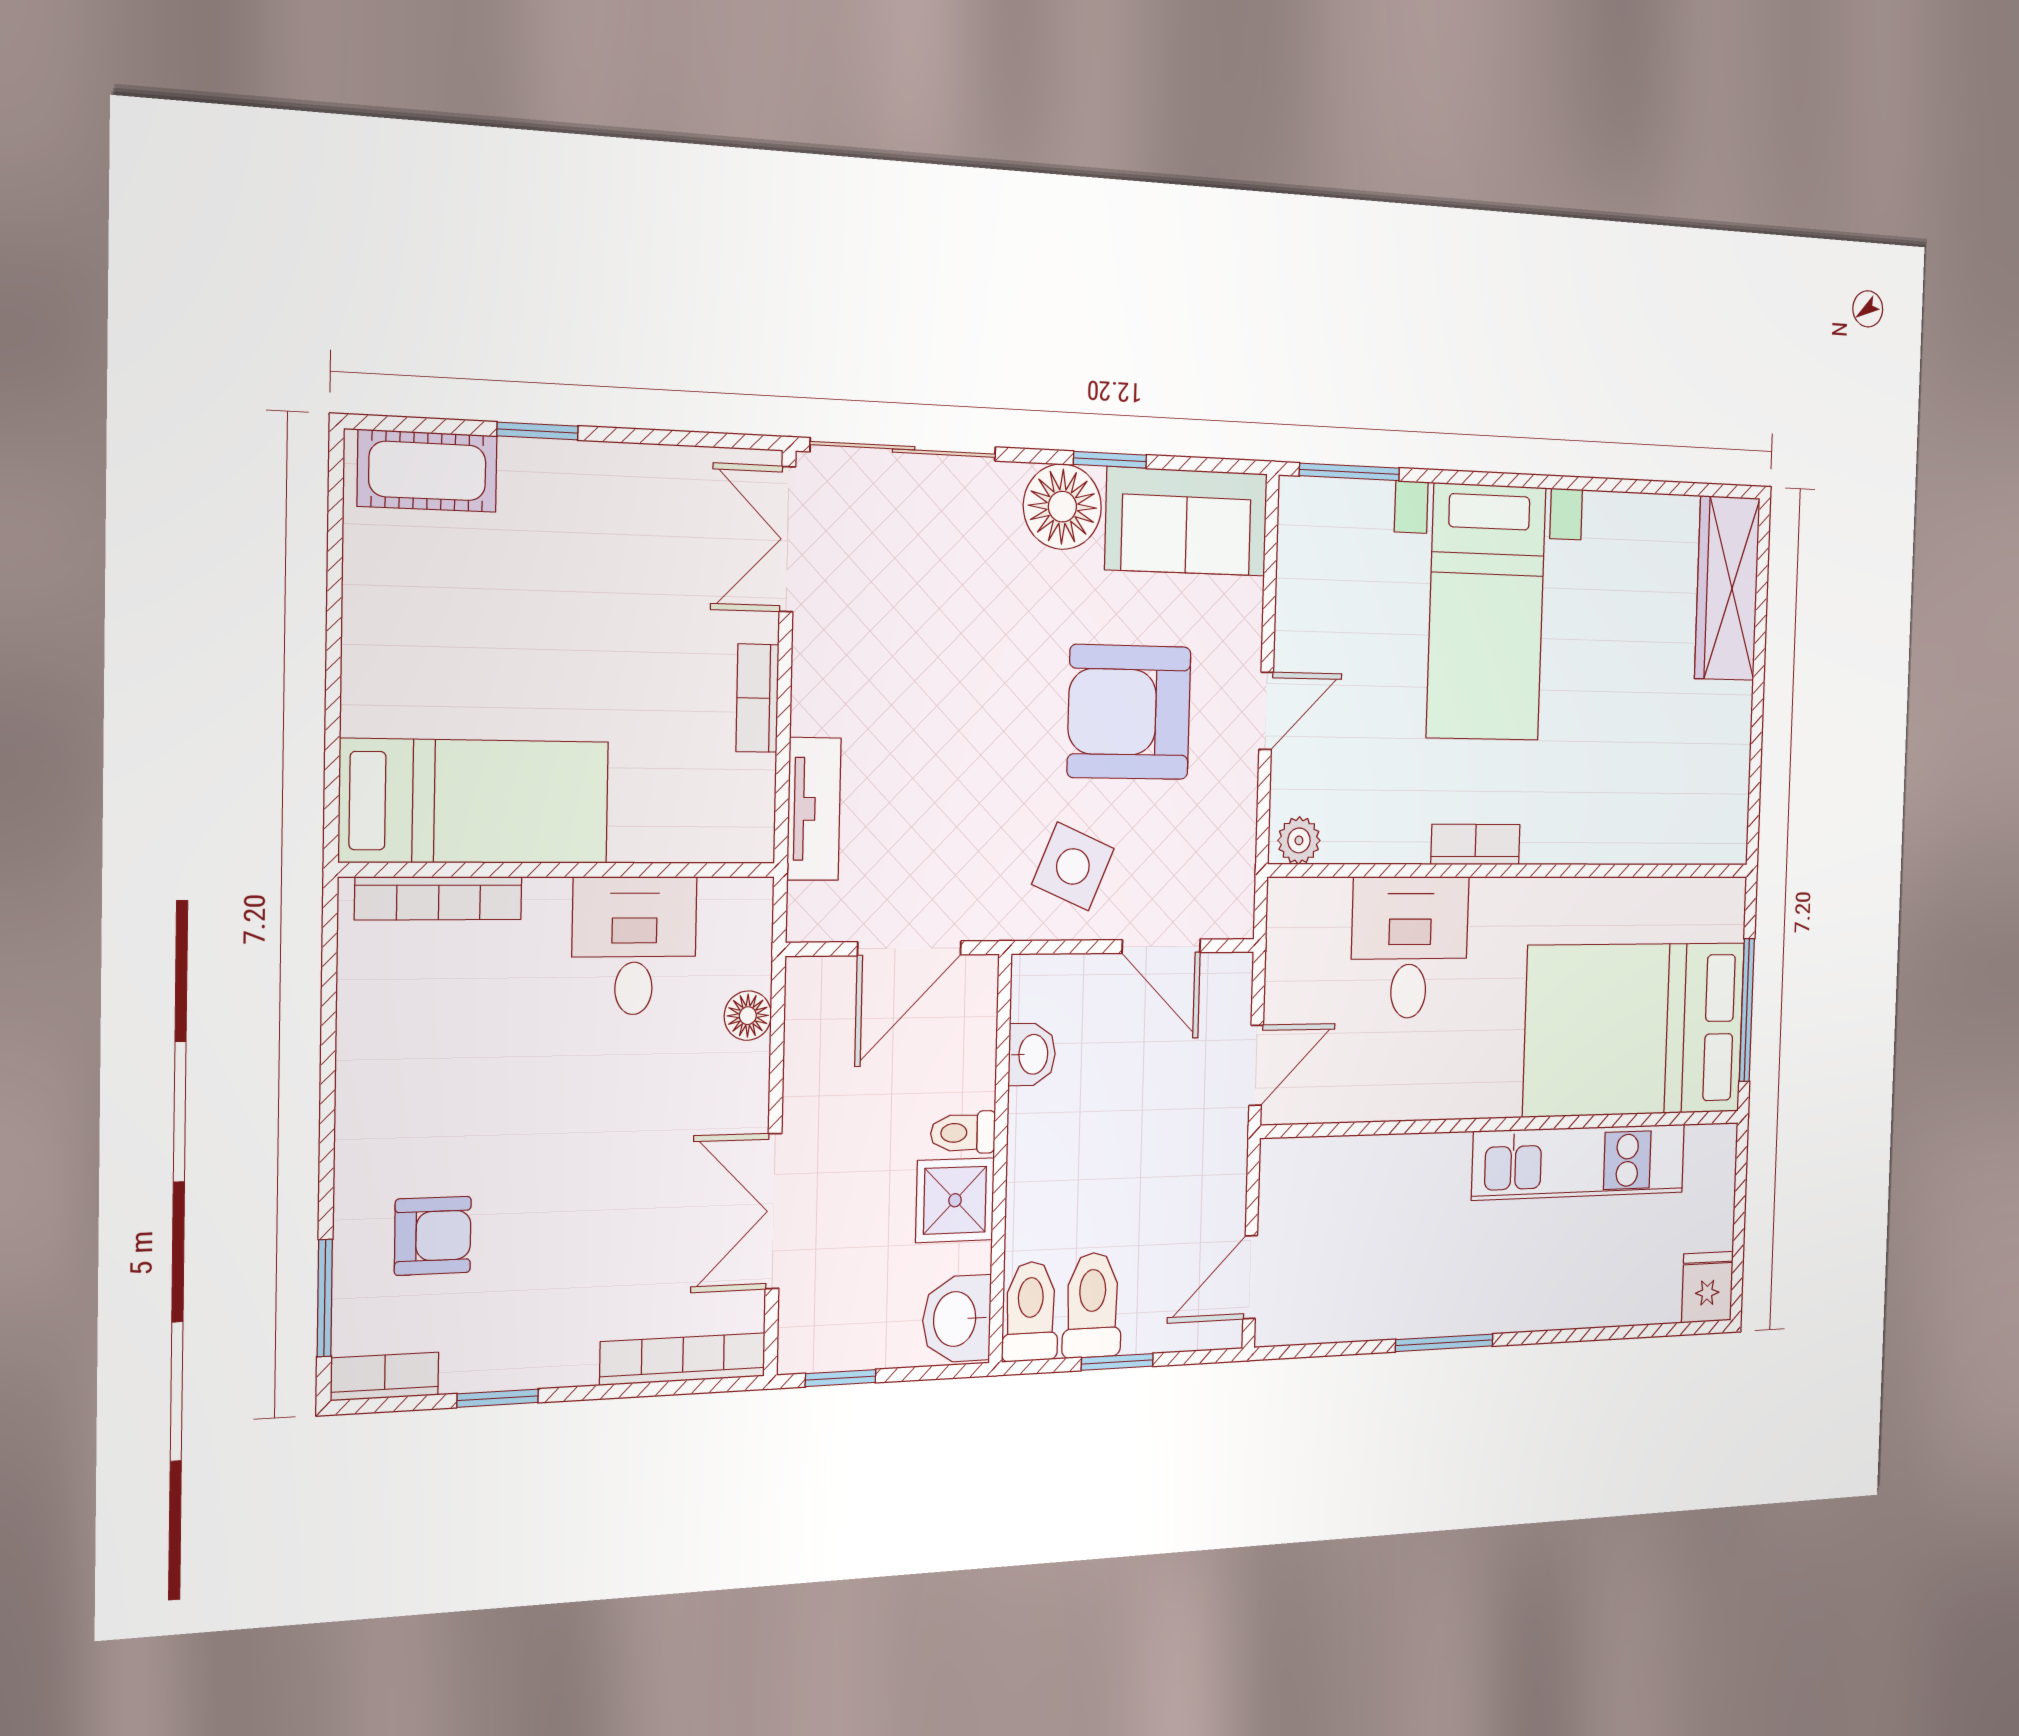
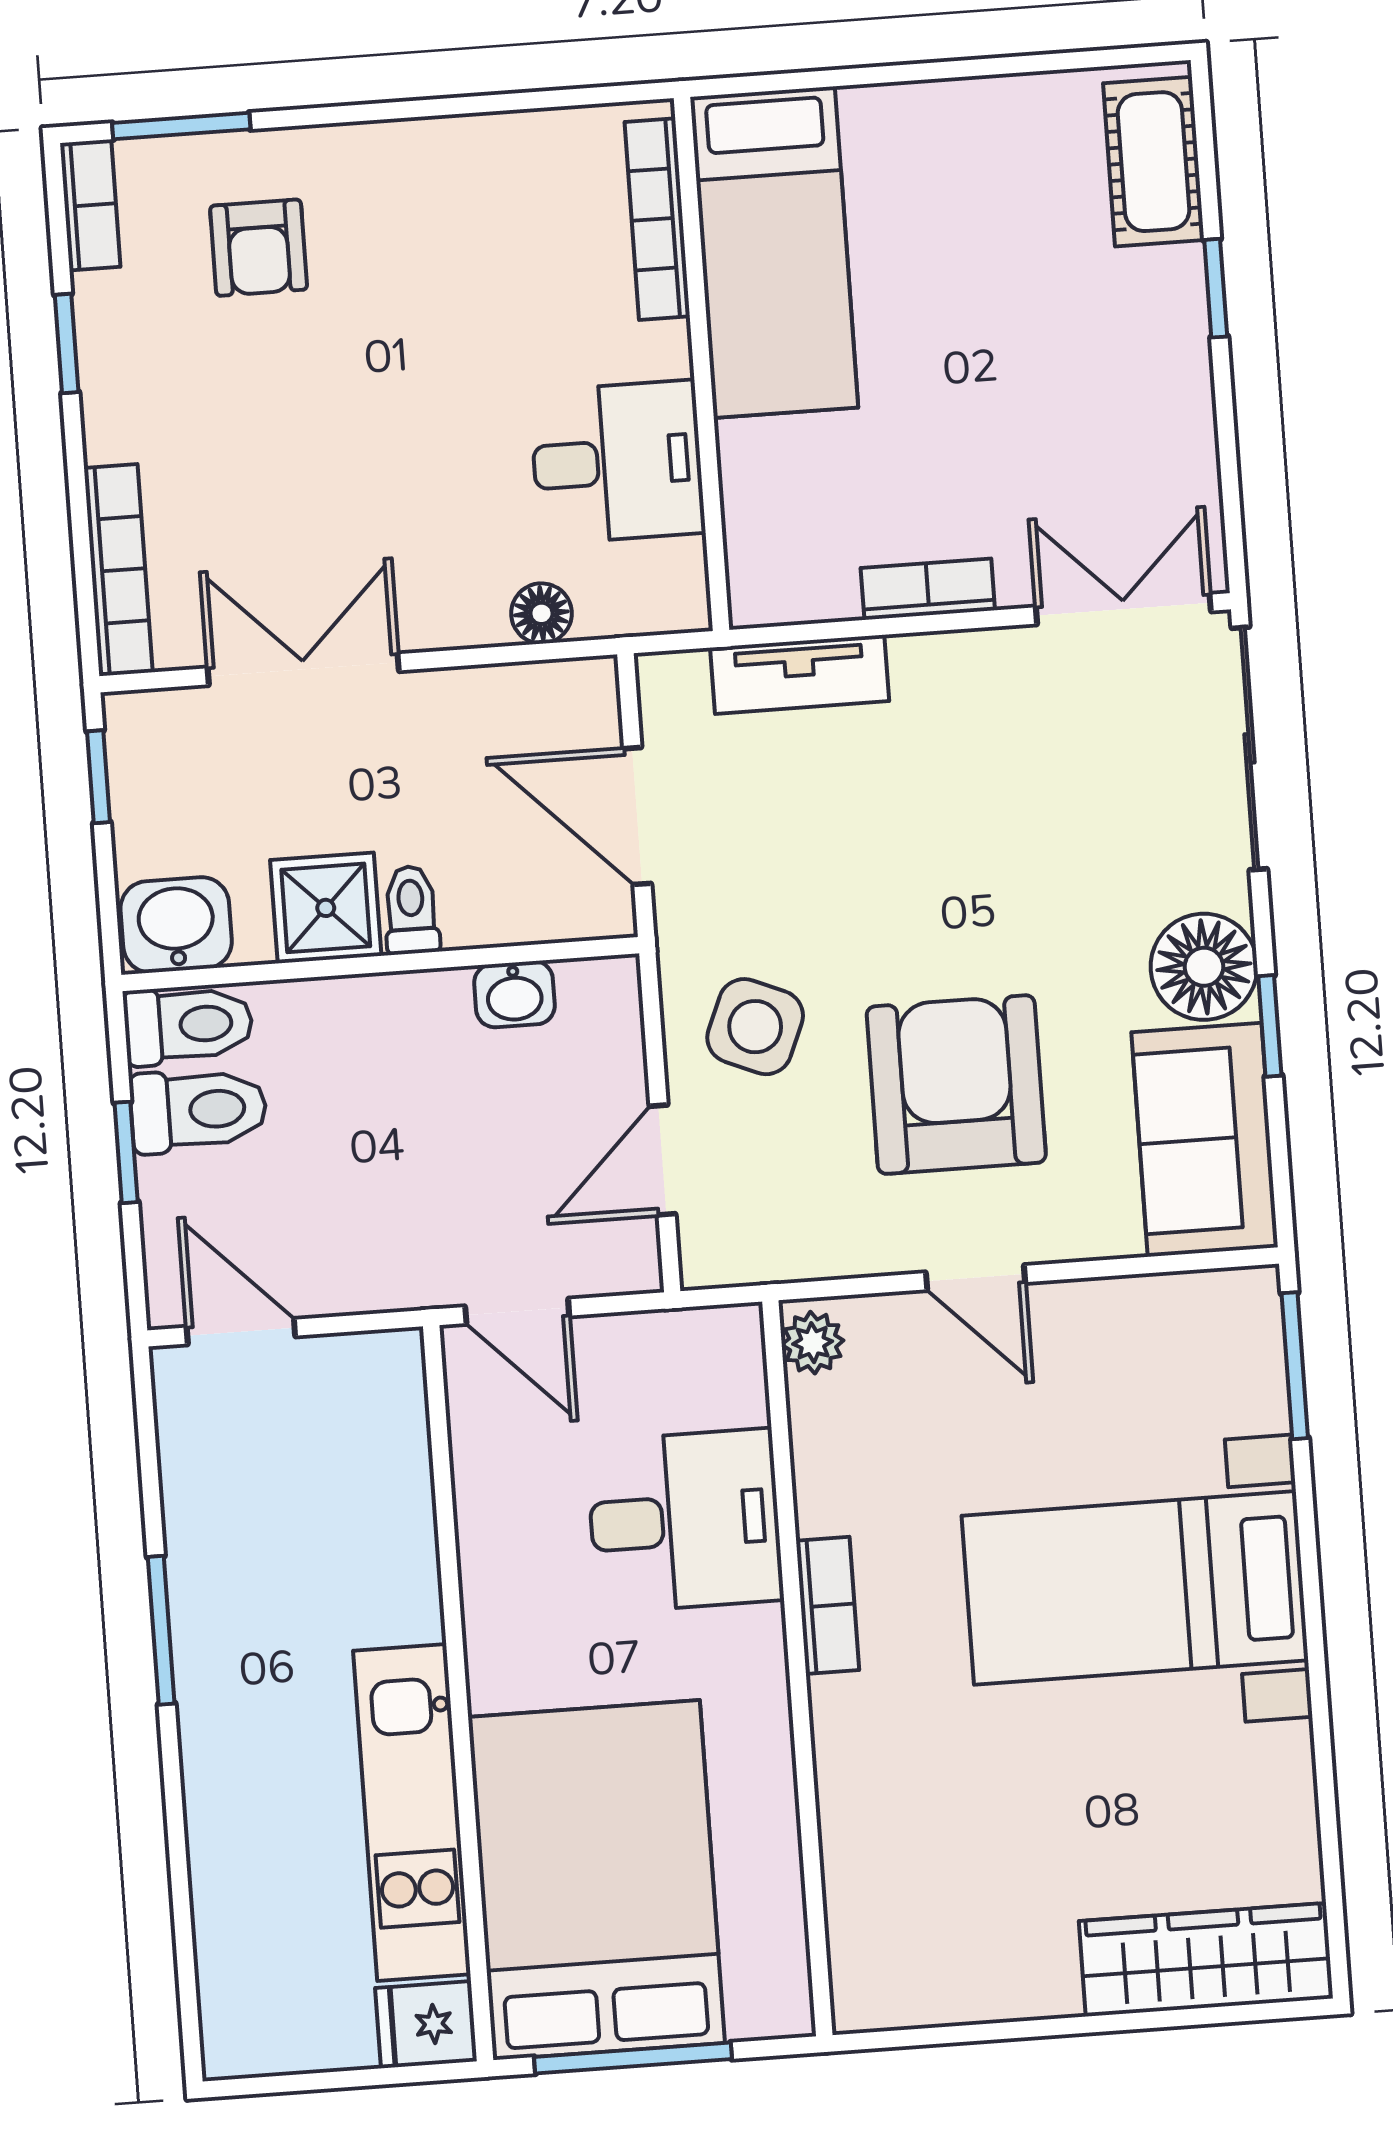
fridge: (1707, 1287) -> (426, 2025), moved, turned 180

